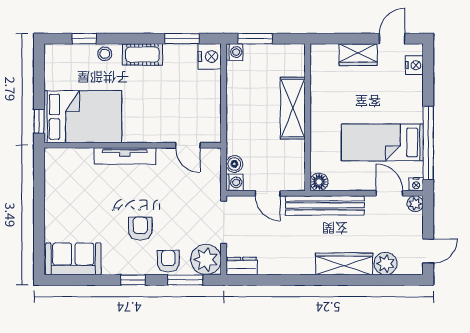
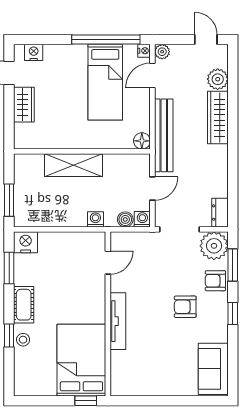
window: (84, 39) -> (9, 335), moved
washing machine: (234, 52) -> (95, 219), moved

